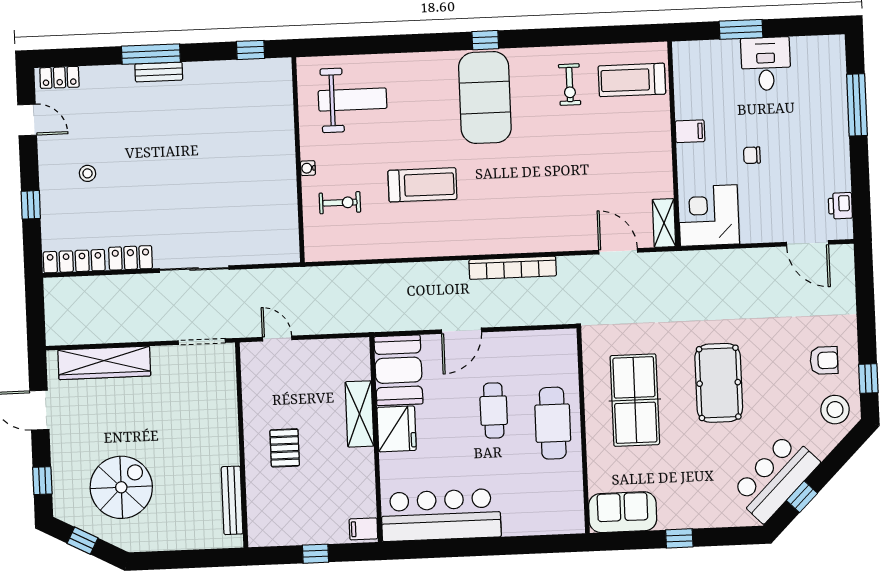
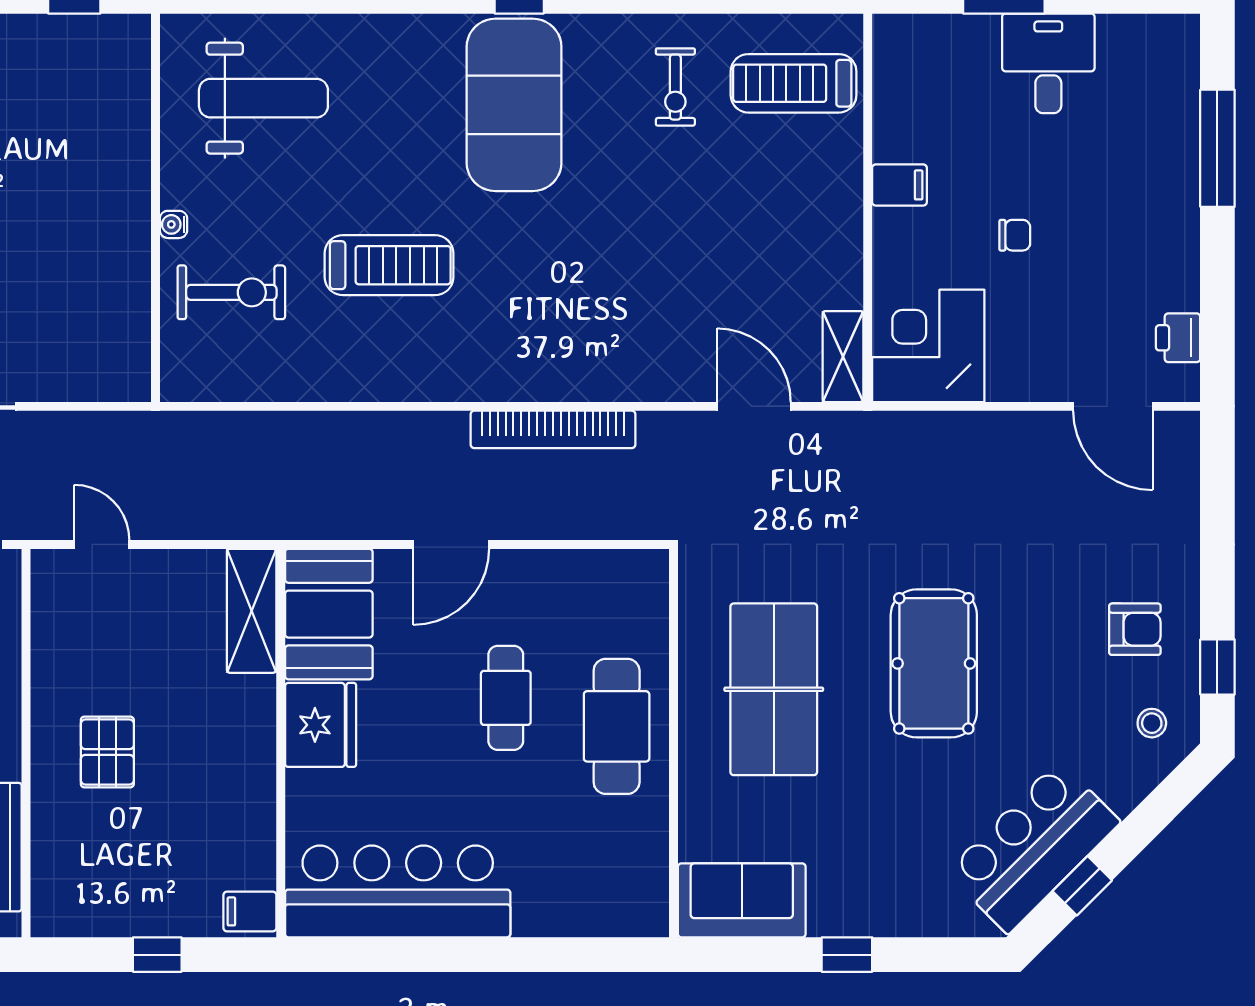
chair: (752, 155) -> (1015, 235), turned 180
exercise bike: (340, 203) -> (231, 292), width x1.38, depth x1.39
stool: (835, 410) -> (1152, 723), width x0.53, depth x0.53
shelving: (359, 414) -> (252, 611), moved

